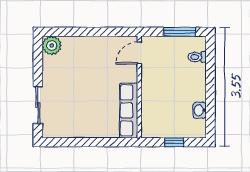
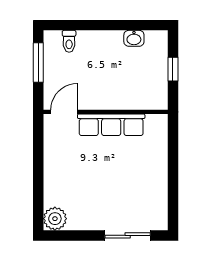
door: (139, 53) -> (64, 112), swing flipped
row of seats: (129, 110) -> (111, 125), moved

